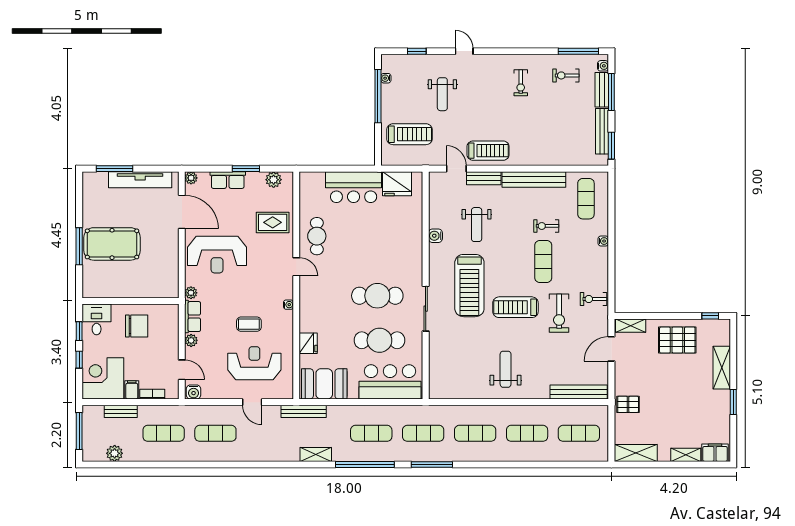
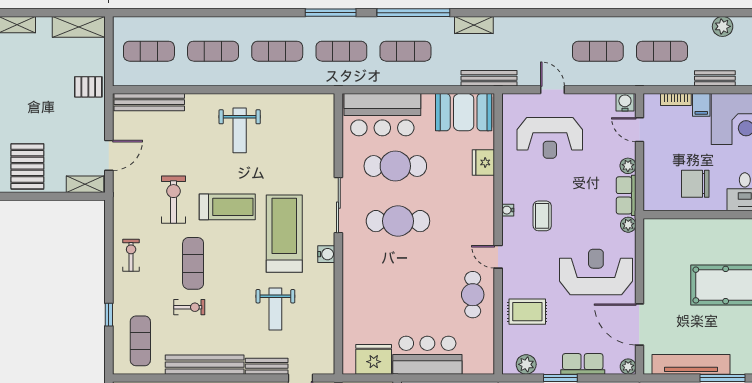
window: (611, 220) -> (109, 315), added
weight bench: (477, 225) -> (275, 309), turned 180
water cooler: (435, 236) -> (326, 254), moved
water cooler: (603, 241) -> (119, 289), removed
exercise bike: (593, 299) -> (131, 255), moved, turned -90
coffee table: (249, 324) -> (542, 216), moved, turned 90
pallet: (677, 340) -> (27, 166), turned 90

